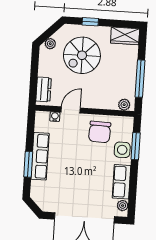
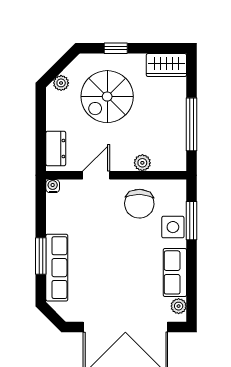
plant: (124, 105) -> (142, 163), moved
water cooler: (55, 117) -> (53, 186), moved
row of seats: (40, 156) -> (57, 268), moved

